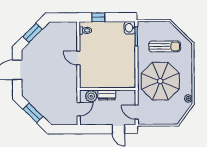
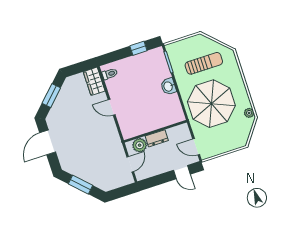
window: (98, 17) -> (138, 48), moved
washbasin: (130, 28) -> (168, 86), moved
wardrobe: (71, 32) -> (94, 81), added

